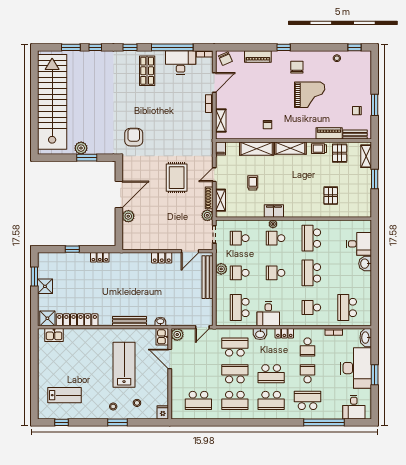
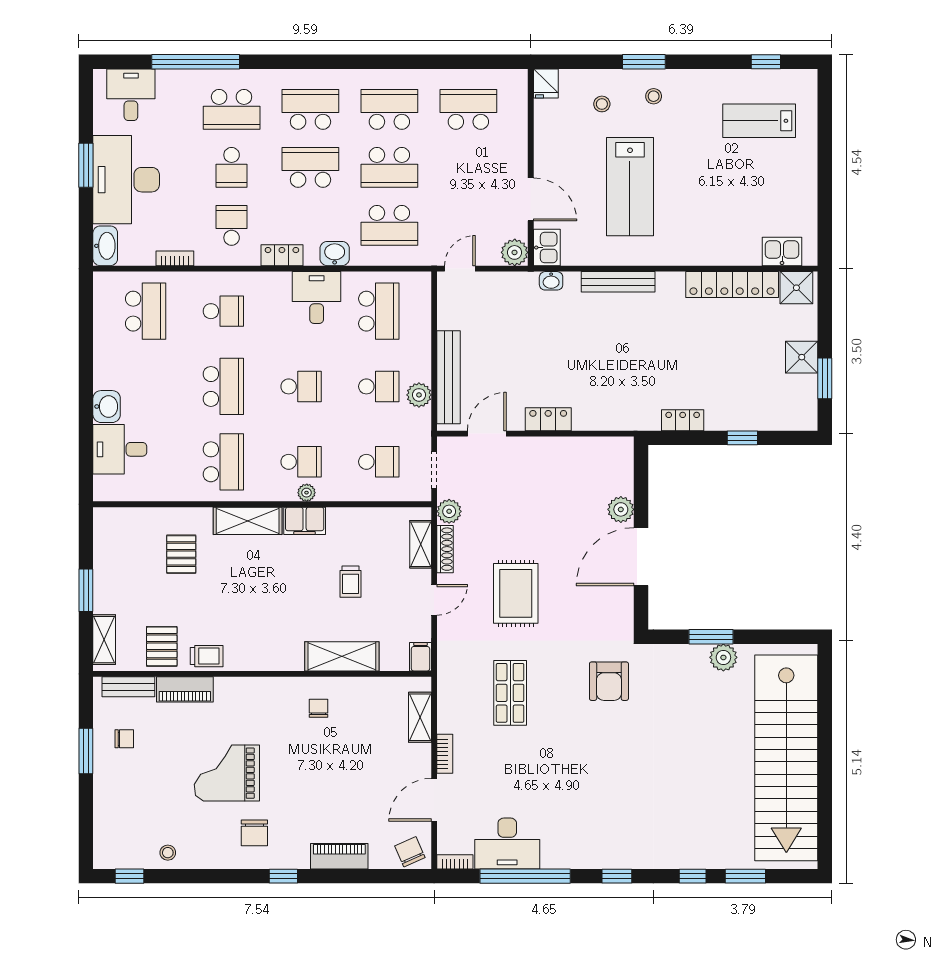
shop shelf: (147, 71) -> (510, 693), moved
shelving: (290, 148) -> (248, 521), moved

